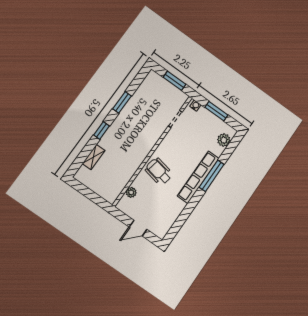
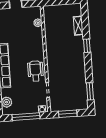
window: (122, 102) -> (90, 91), moved
window: (216, 111) -> (26, 117), width x1.44
wheelchair: (159, 172) -> (35, 71), moved, turned -101

